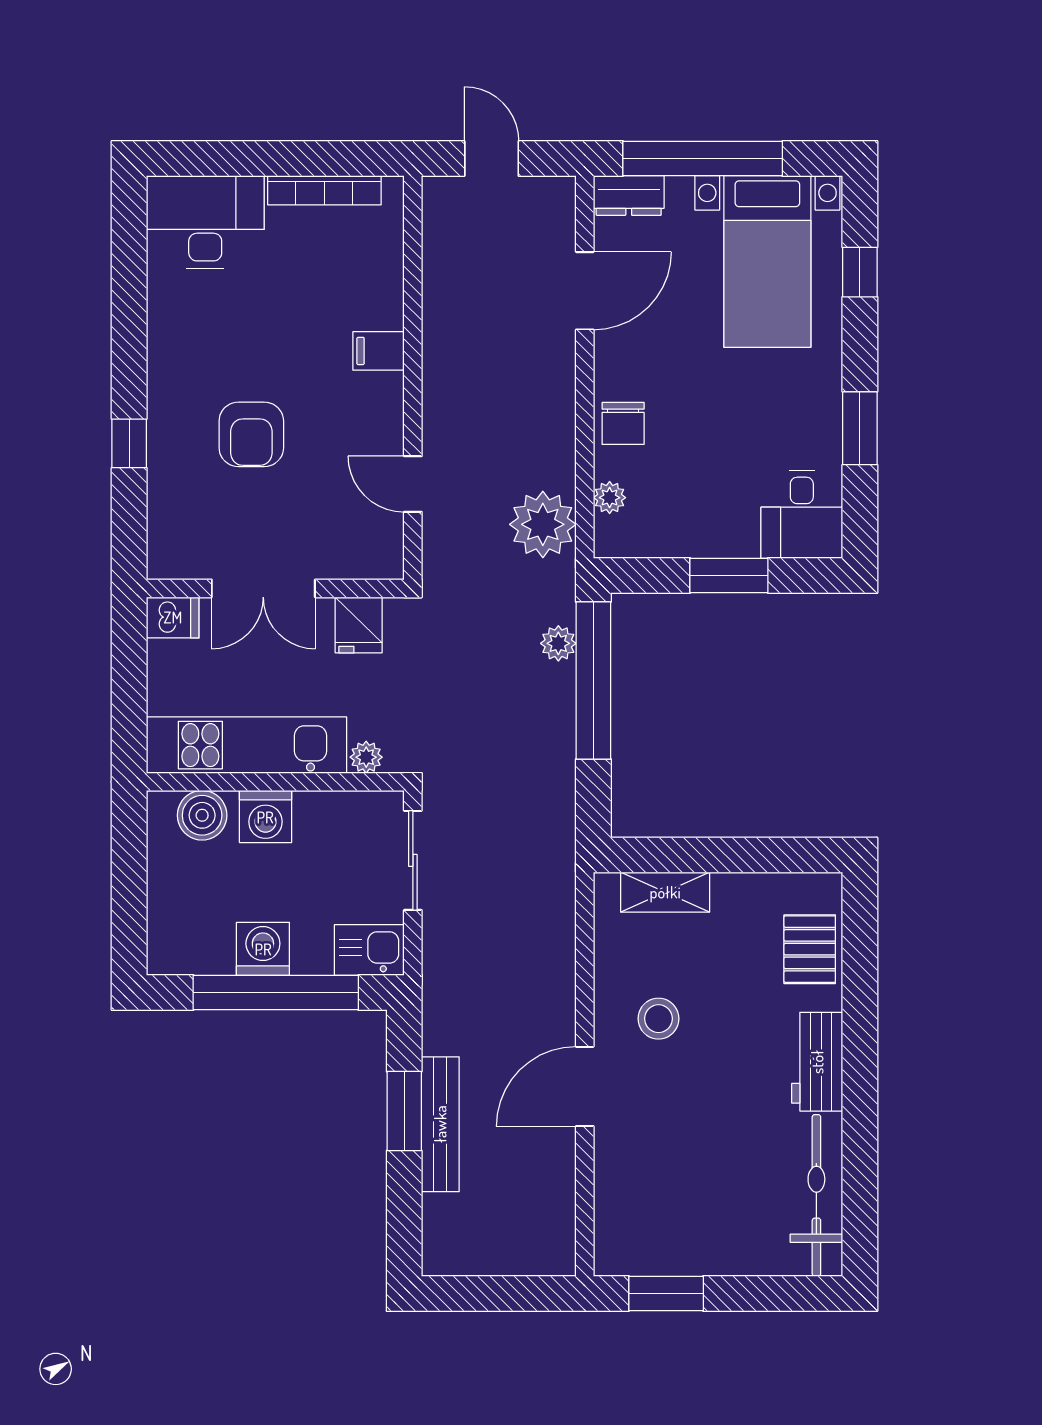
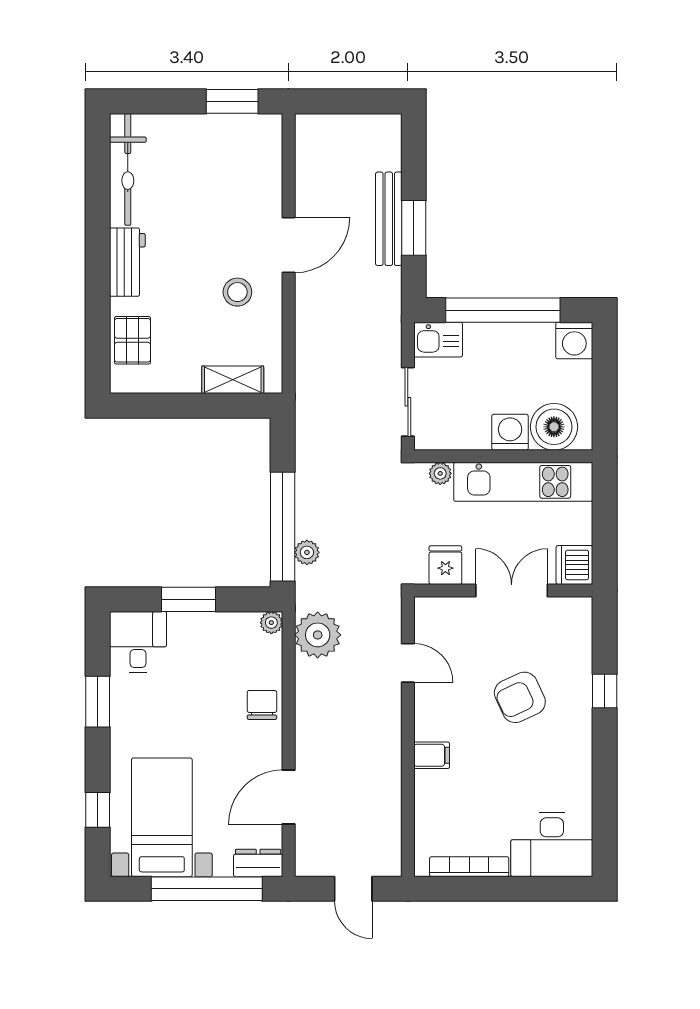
armchair: (251, 434) -> (520, 697), turned -115
plant: (610, 498) -> (271, 623), moved
dishwasher: (173, 617) -> (574, 565), width x1.38
boiler: (202, 815) -> (554, 427), width x1.37, depth x1.37
washing machine: (263, 949) -> (574, 340), moved

